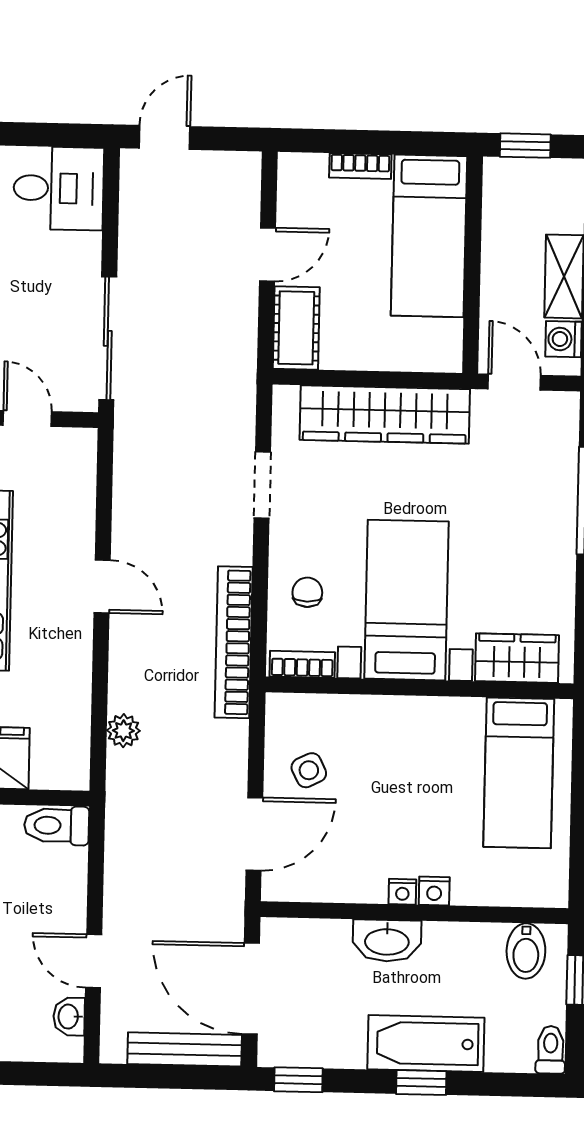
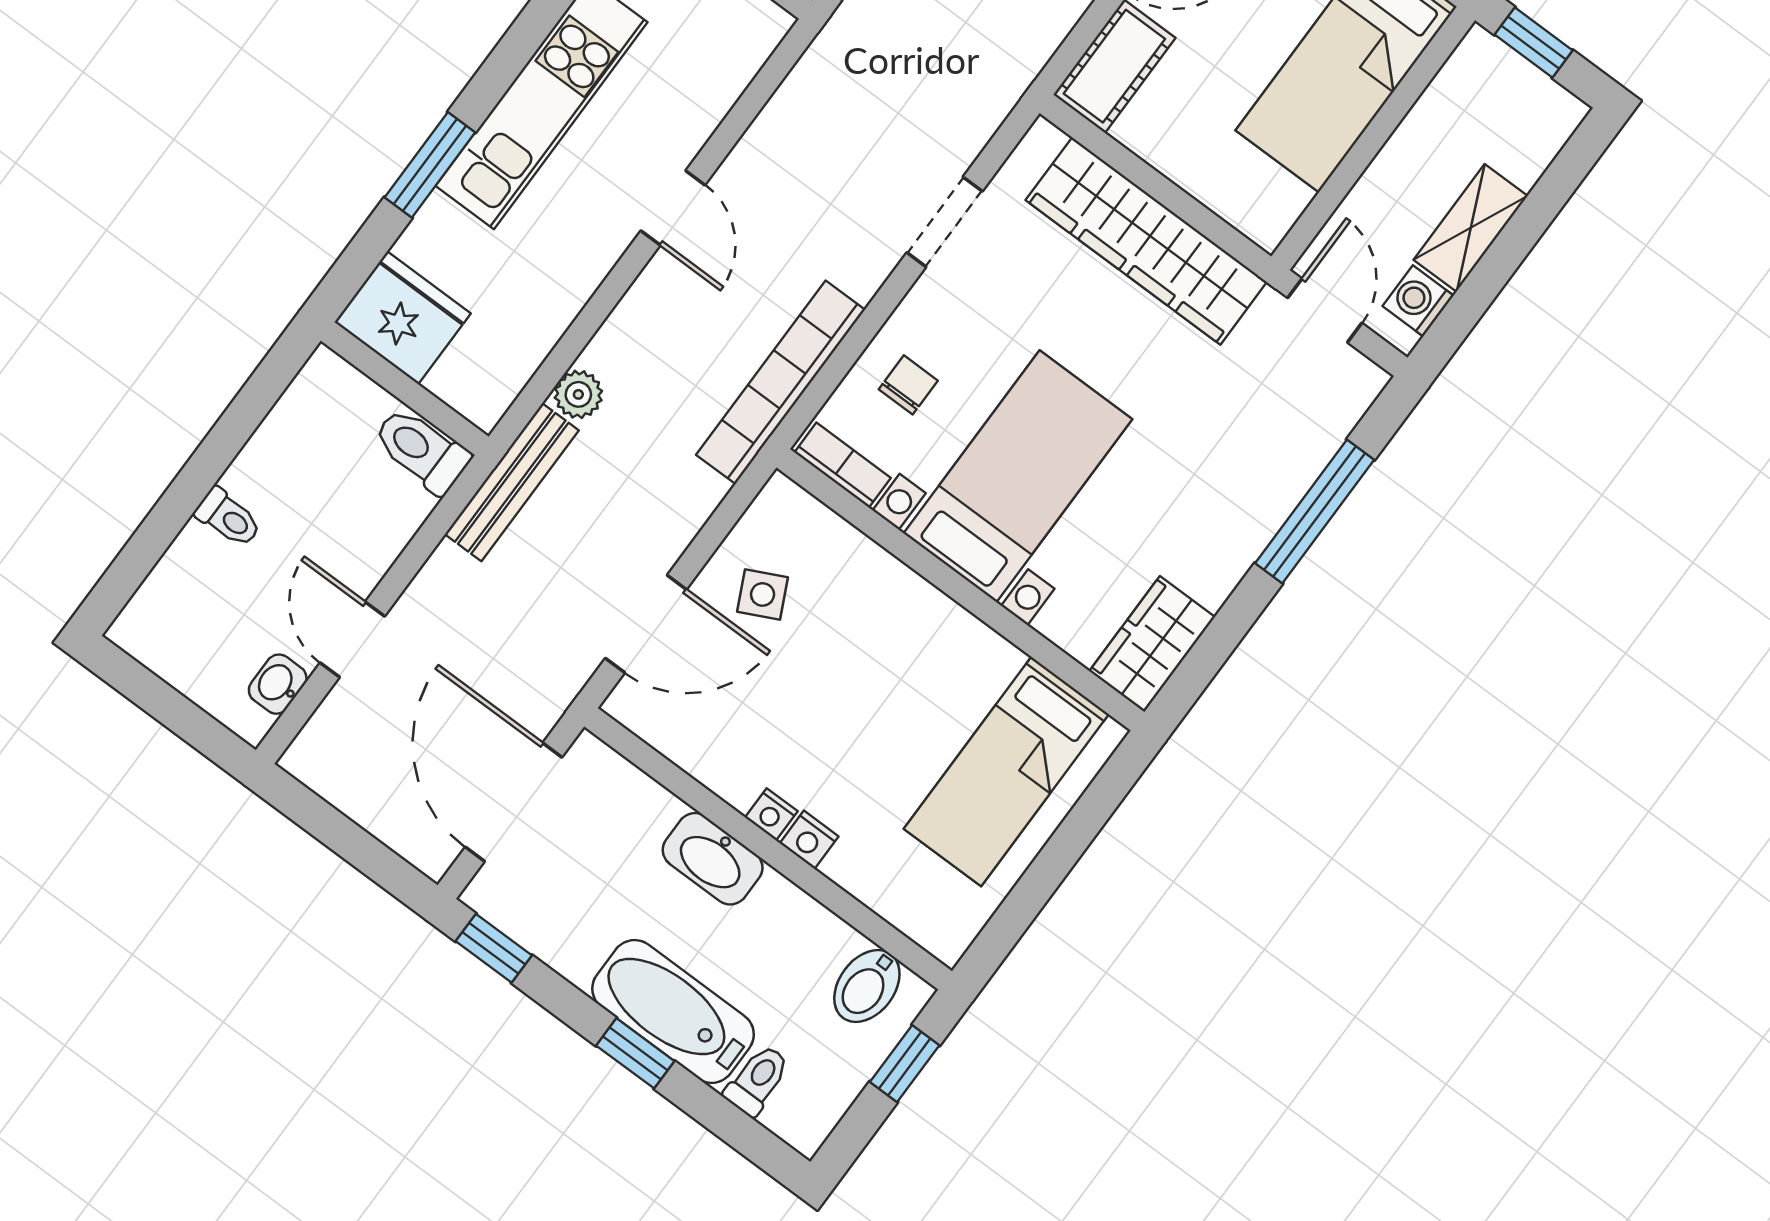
wardrobe: (517, 658) -> (1152, 644), moved, turned -90
bench: (185, 1049) -> (512, 482), moved, turned 90
toilet: (551, 1050) -> (757, 1080), moved

